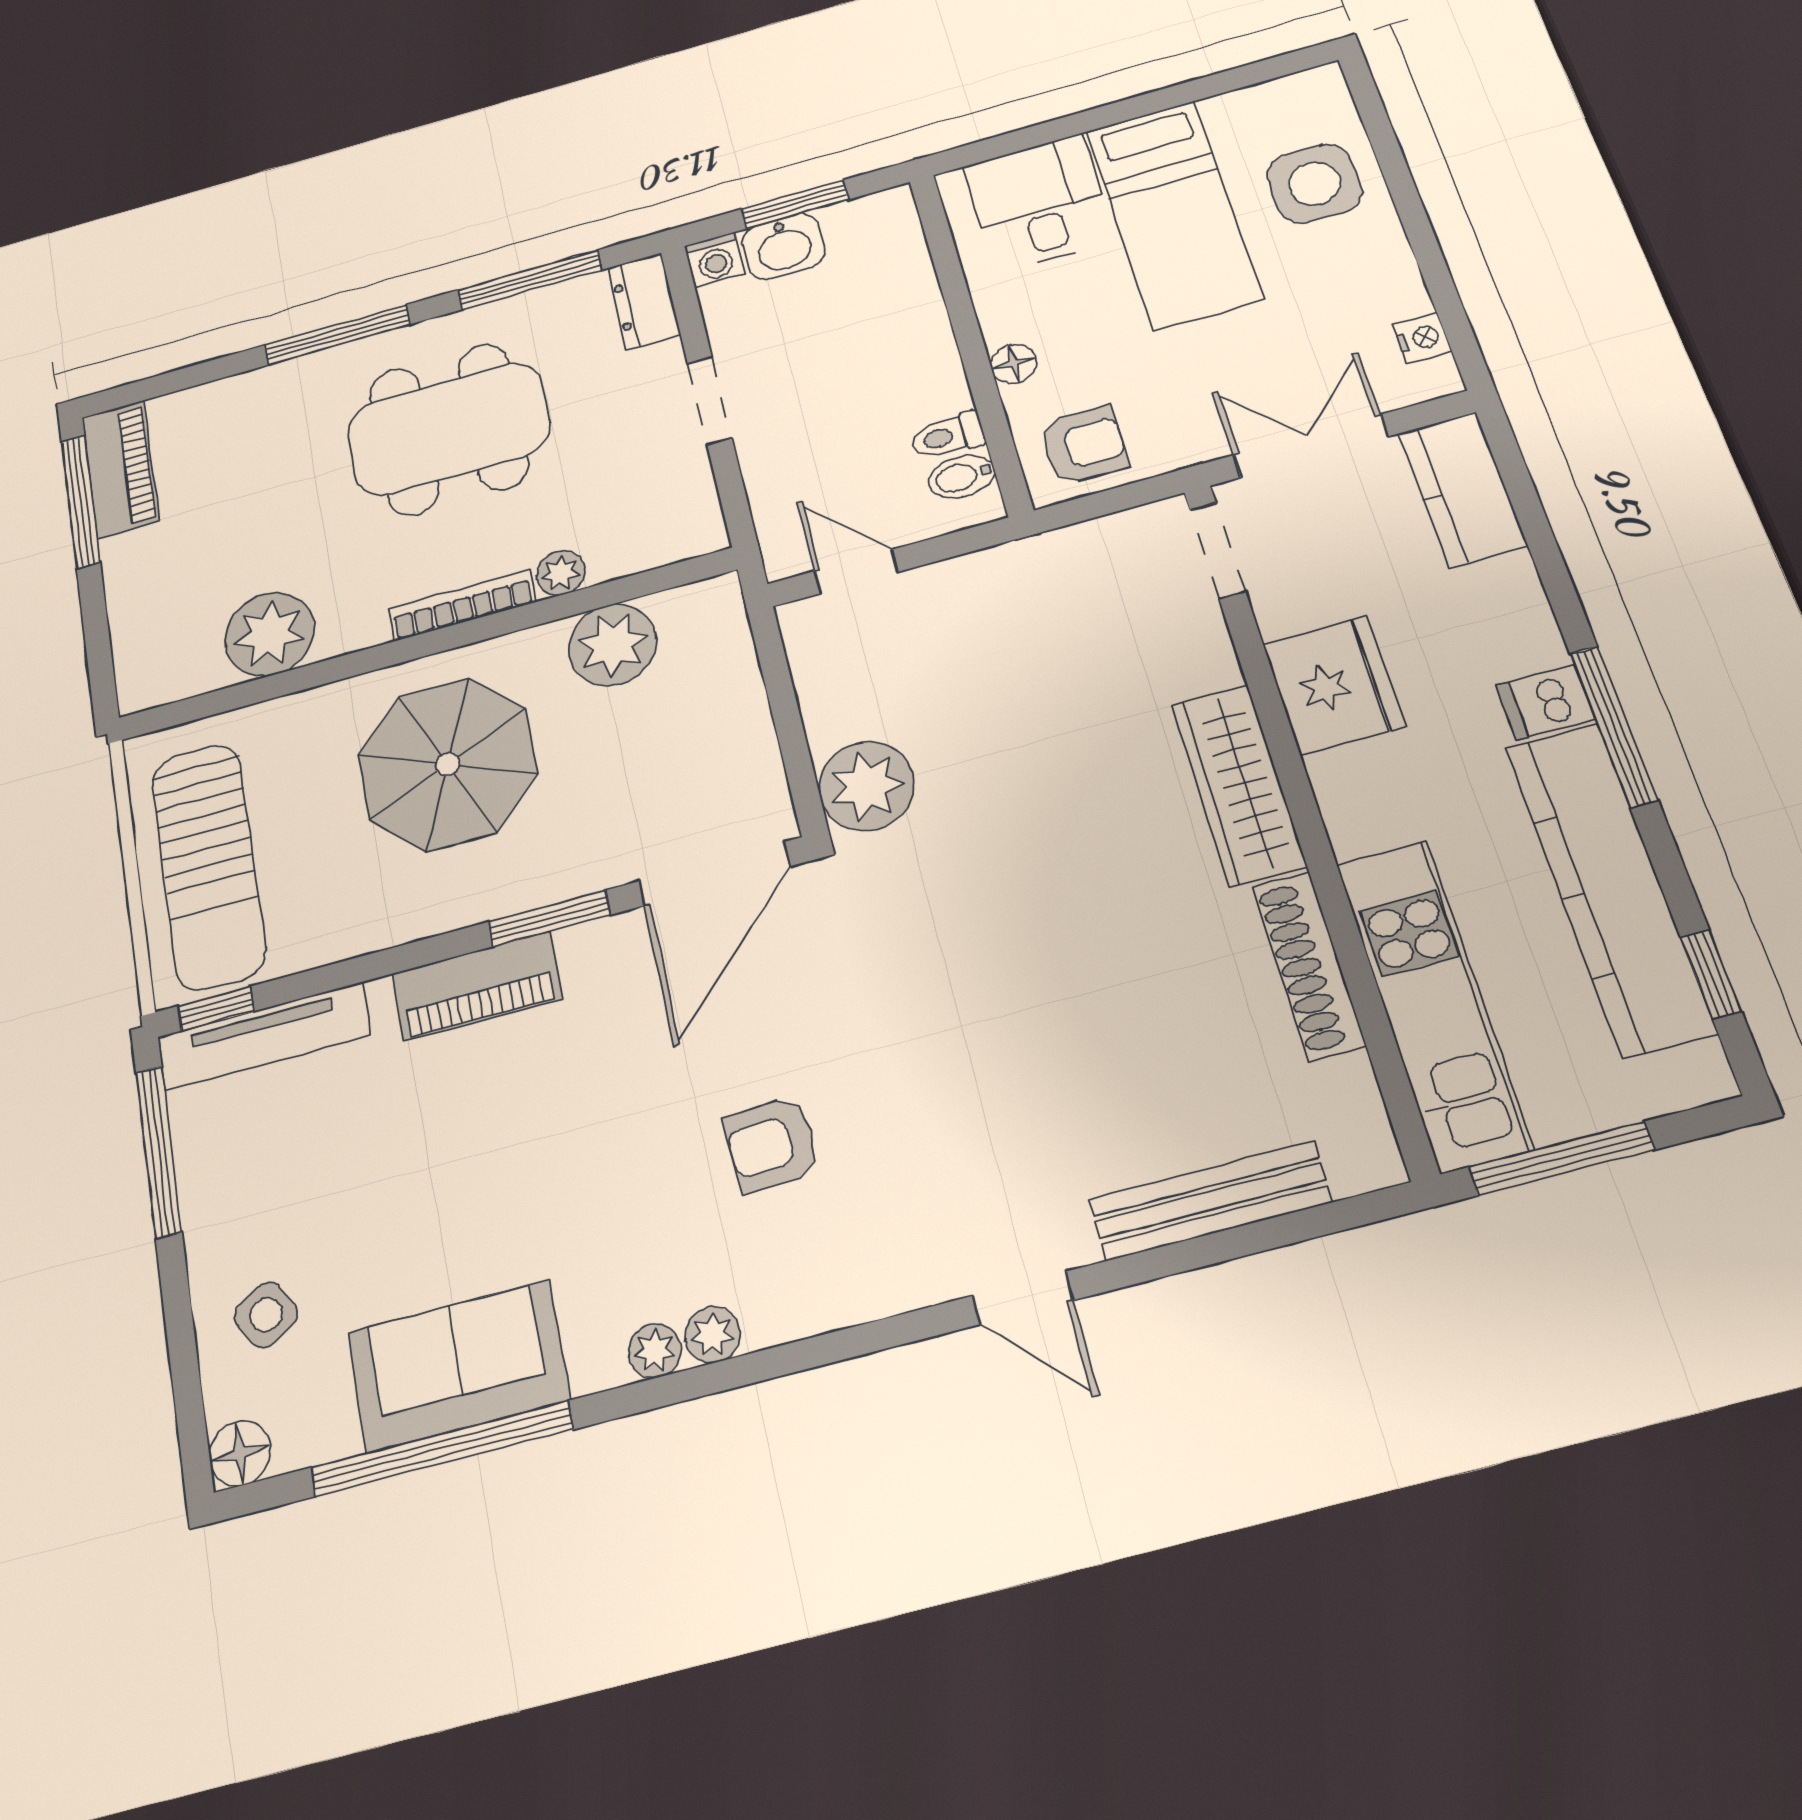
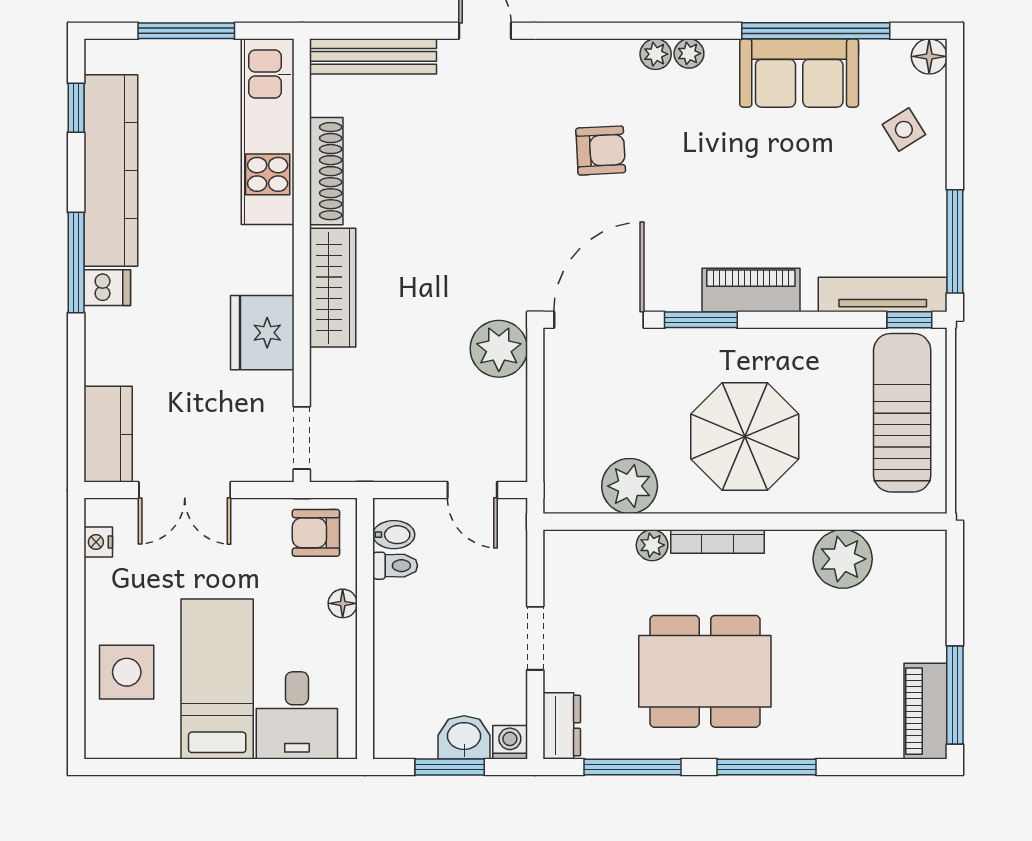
doorway: (1217, 550) -> (302, 438), moved
fridge: (1334, 685) -> (262, 333), moved
wardrobe: (1239, 785) -> (333, 288), moved
wall: (1304, 813) -> (302, 260), moved
shoe rack: (1309, 966) -> (326, 171), moved
kitchen unit: (1433, 1004) -> (268, 132), moved

